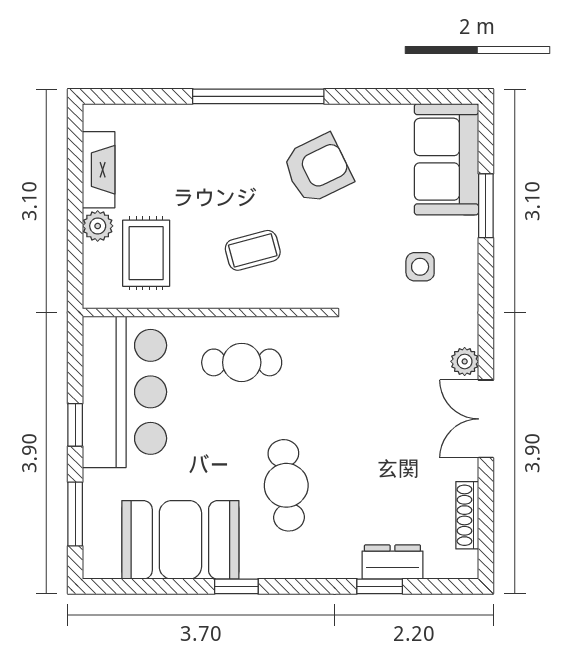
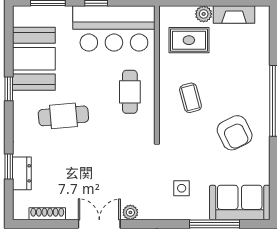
window: (486, 206) -> (215, 224), width x1.44

